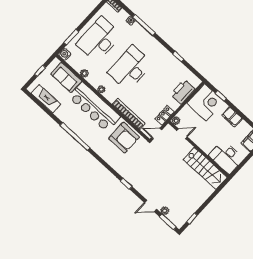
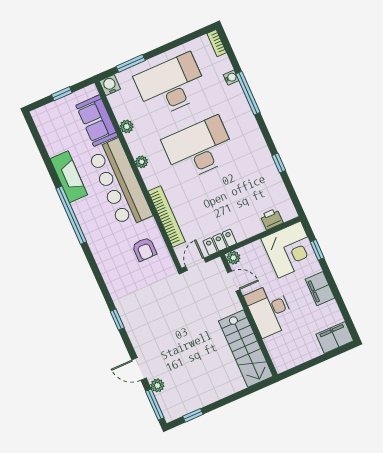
printer: (183, 92) -> (272, 219), width x0.53, depth x0.68
fireplace: (46, 99) -> (69, 177), moved
door: (157, 134) -> (196, 264), hinge flipped
armchair: (124, 138) -> (144, 249), width x0.53, depth x0.53
desk: (226, 157) -> (269, 310), moved

